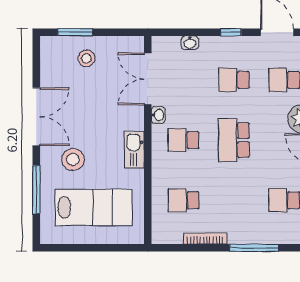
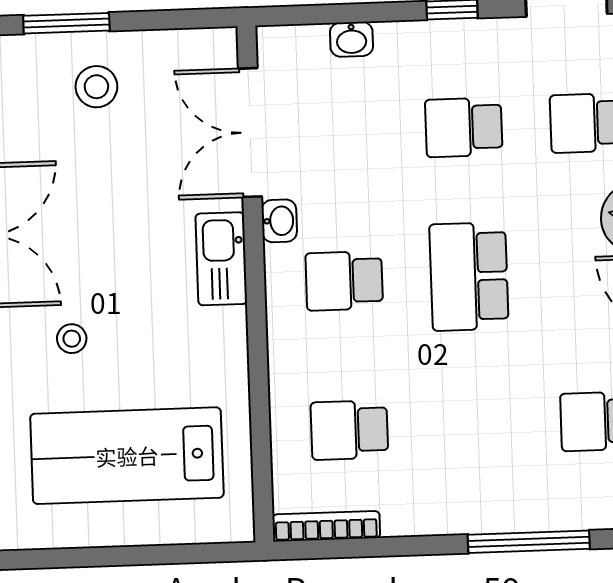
kitchen sink: (134, 150) -> (221, 259), moved
stool: (73, 159) -> (72, 339), width x0.53, depth x0.53
lab bench: (94, 207) -> (127, 456), turned 180
bookcase: (205, 239) -> (326, 526), moved

